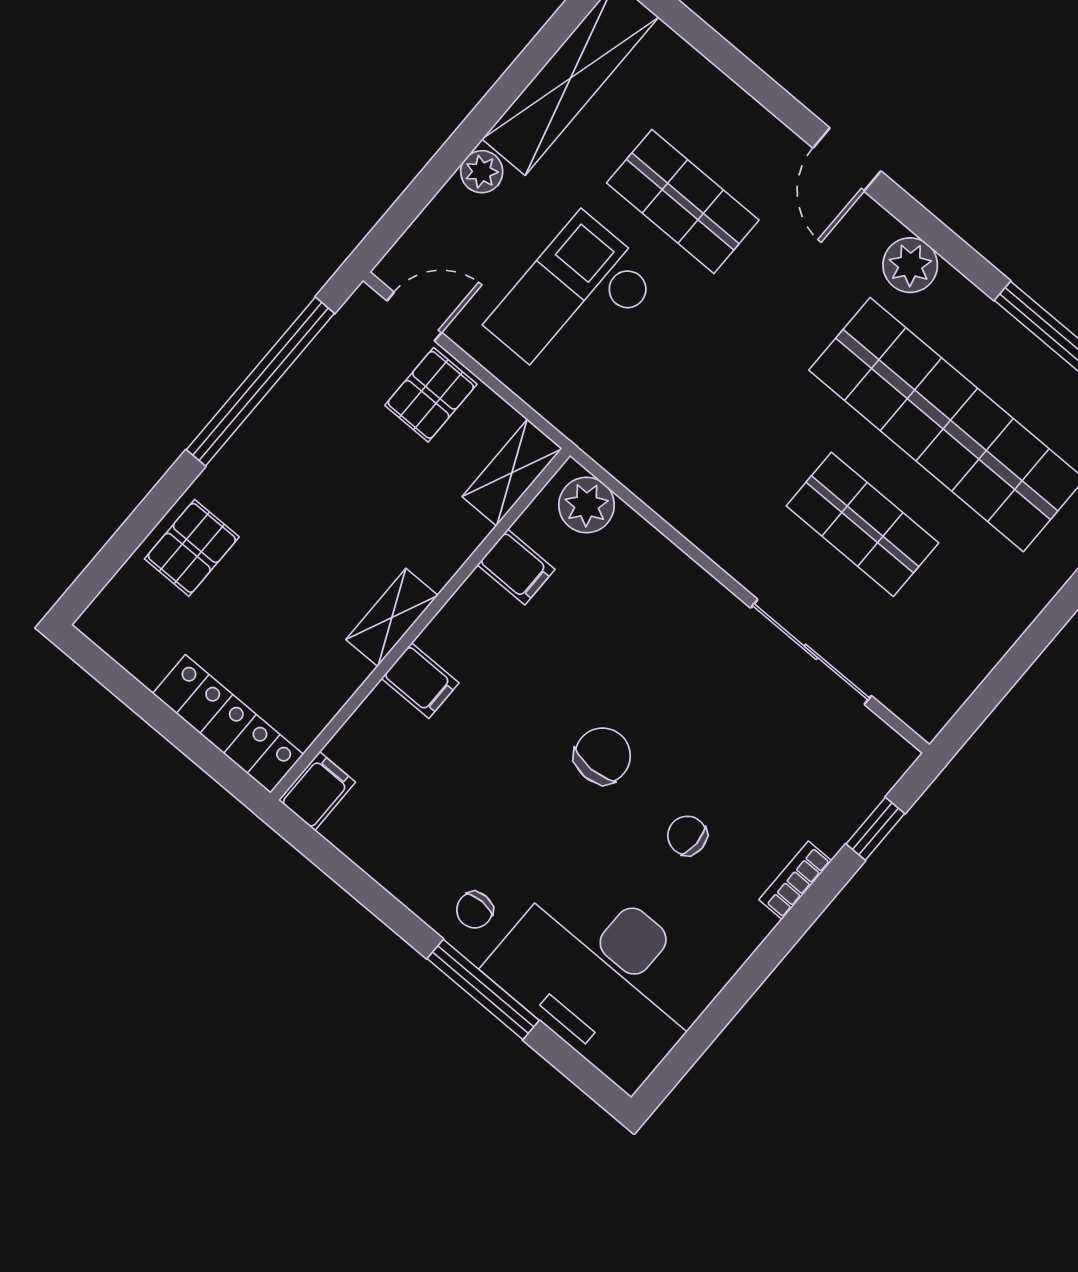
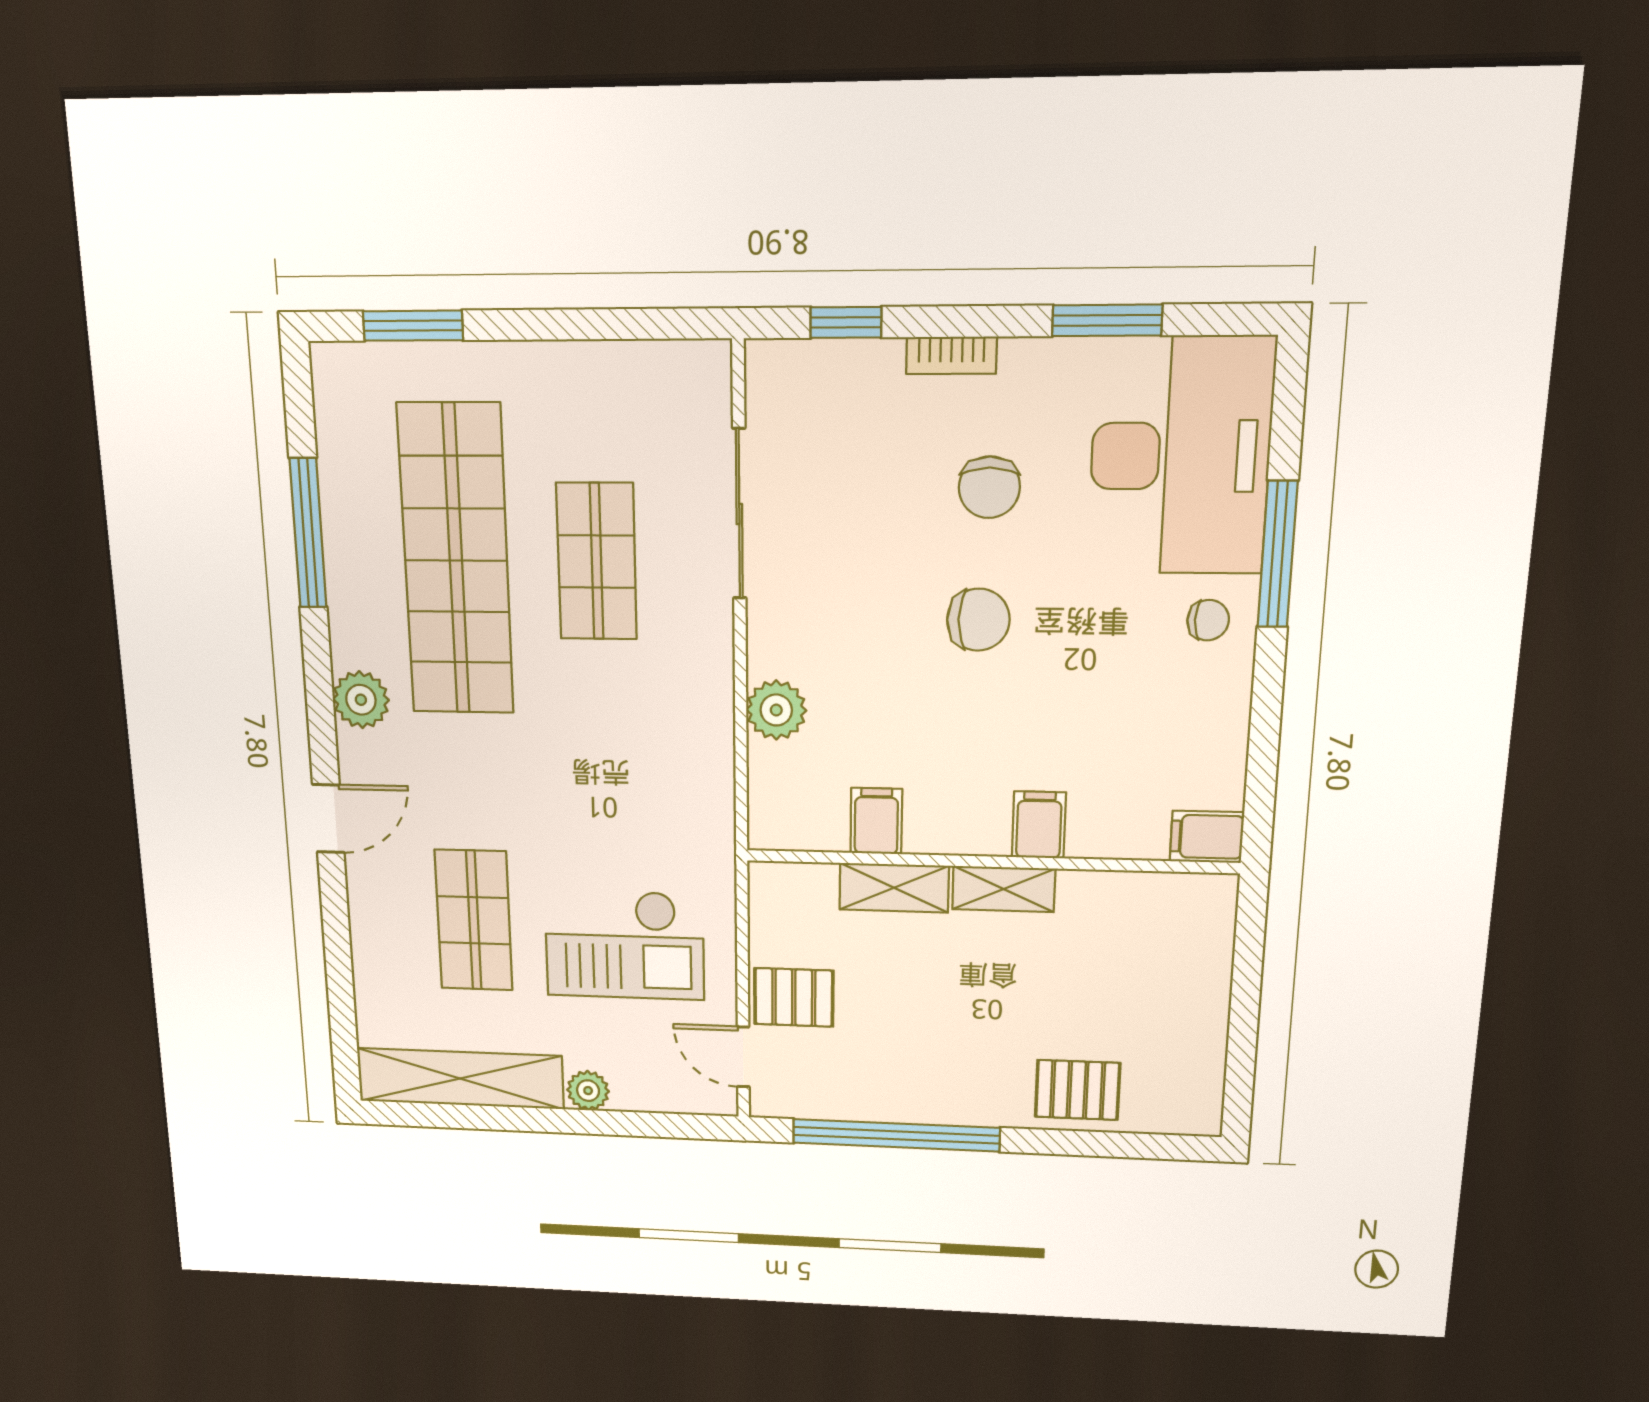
shelving: (512, 473) -> (894, 888), moved
plant: (587, 505) -> (776, 710), moved
locker: (228, 724) -> (1206, 953), removed
chair: (603, 756) -> (978, 620), turned 180
chair: (687, 836) -> (989, 487), width x1.37, depth x1.37
window: (732, 998) -> (1107, 320), added

